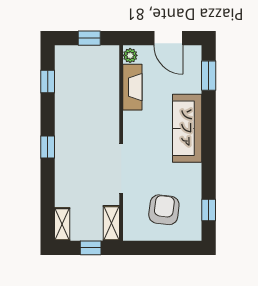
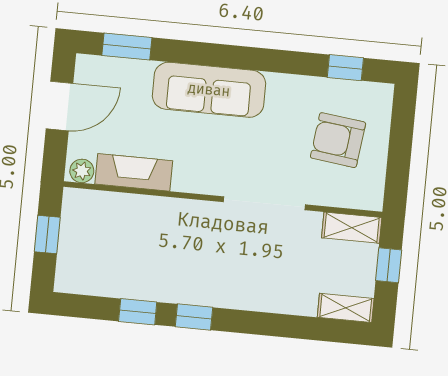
window: (48, 81) -> (138, 312), moved
window: (48, 147) -> (194, 317), moved

